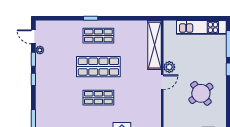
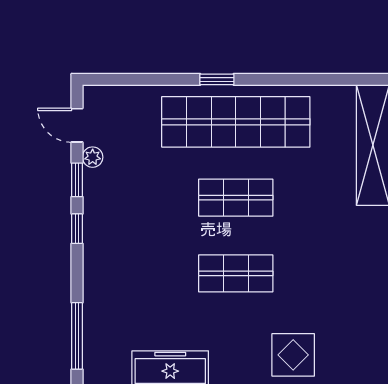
shop shelf: (98, 36) -> (236, 122), width x2.00, depth x1.36
shop shelf: (98, 67) -> (236, 198), width x0.70, depth x0.74

